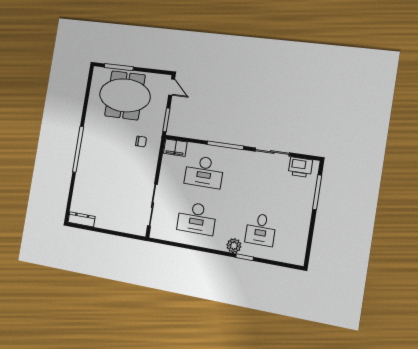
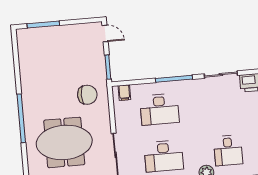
meeting table: (125, 95) -> (64, 142), moved
chair: (141, 142) -> (87, 95), width x1.87, depth x1.87
filing cabinet: (175, 148) -> (124, 93), width x0.50

